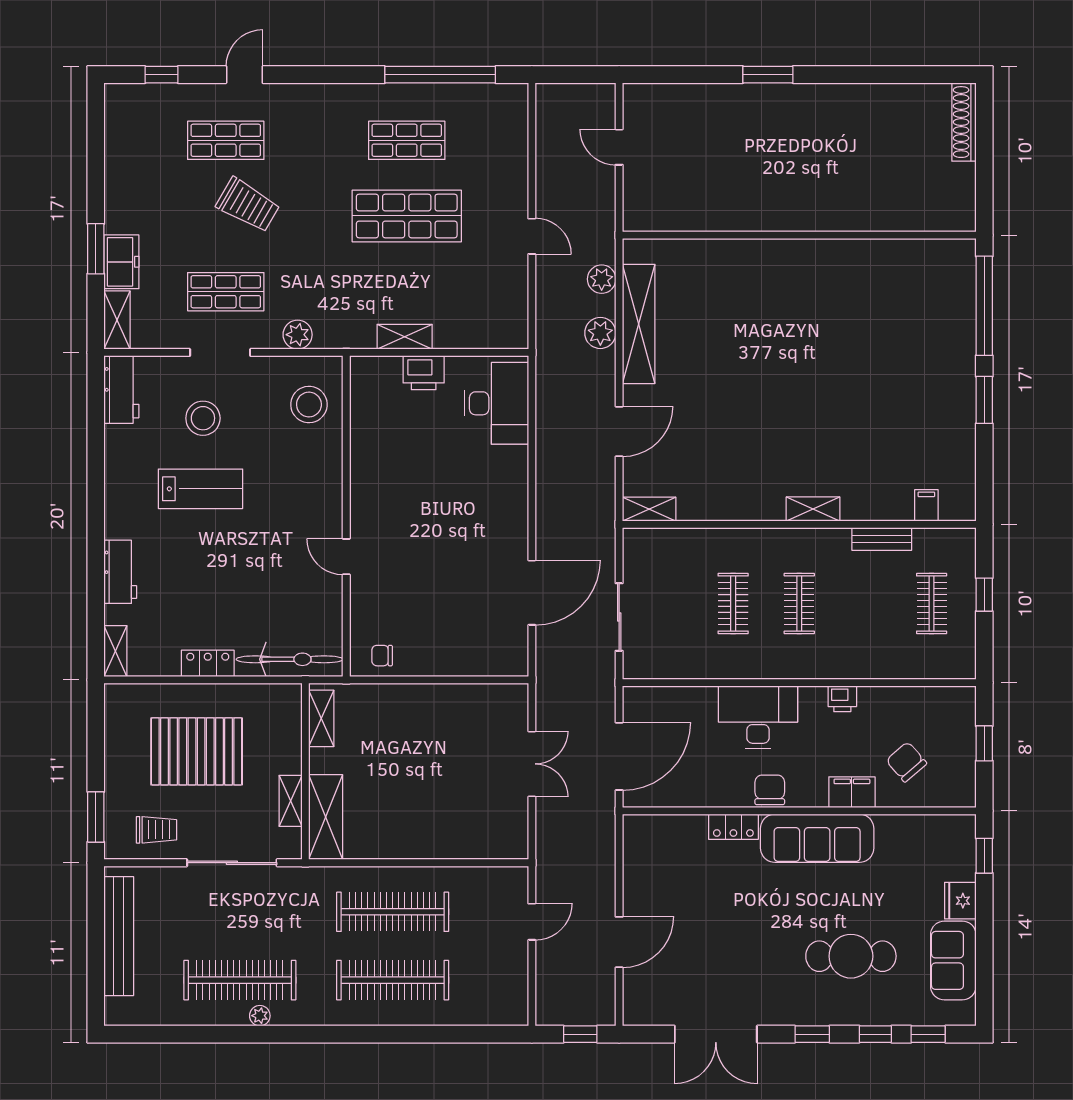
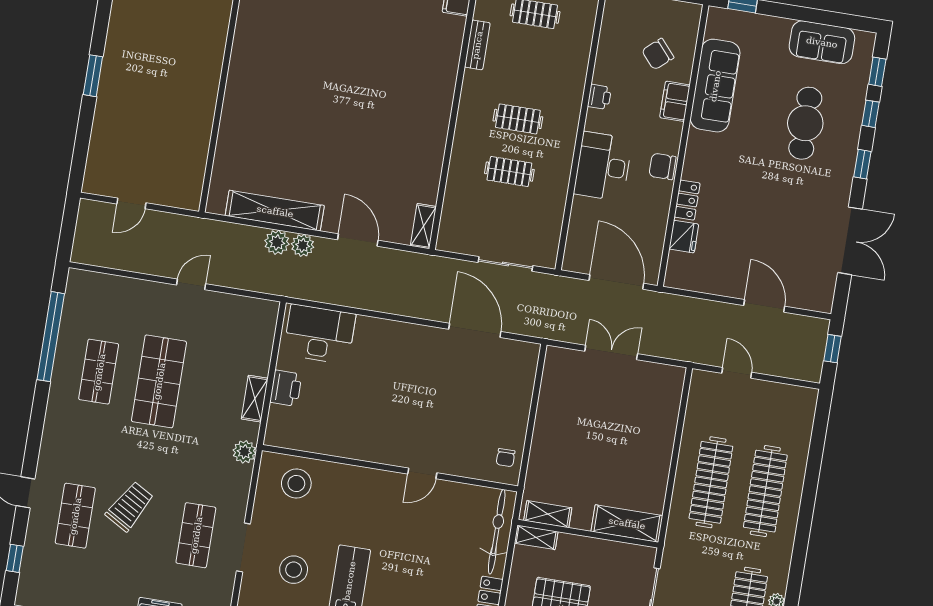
plant: (602, 279) -> (303, 245), moved
plant: (298, 335) -> (244, 452), moved
shelving: (813, 509) -> (445, 96), removed
shelving: (291, 801) -> (536, 537), moved
sofa: (817, 838) -> (715, 86), moved
fridge: (960, 901) -> (684, 237), moved, turned -90

